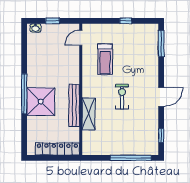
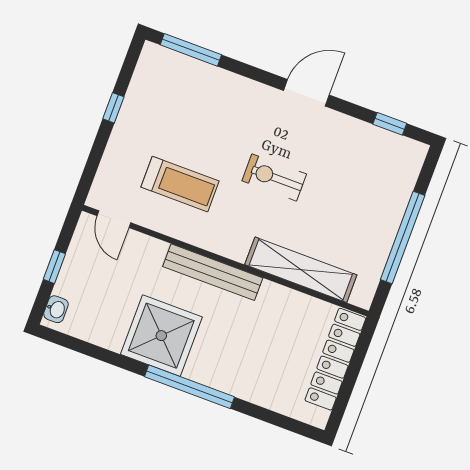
door: (161, 97) -> (306, 93), hinge flipped
shower: (41, 102) -> (161, 336), moved
bench: (74, 105) -> (213, 272), moved
shelving: (89, 114) -> (301, 270), width x1.47
window: (131, 158) -> (403, 237), moved

